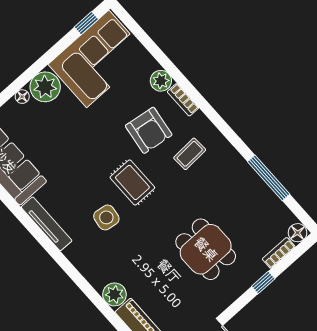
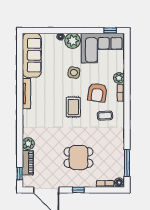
window: (269, 178) -> (127, 163), moved
side table: (106, 217) -> (74, 73), moved
dining table: (206, 249) -> (78, 158), turned 90
window: (263, 283) -> (78, 190), moved

